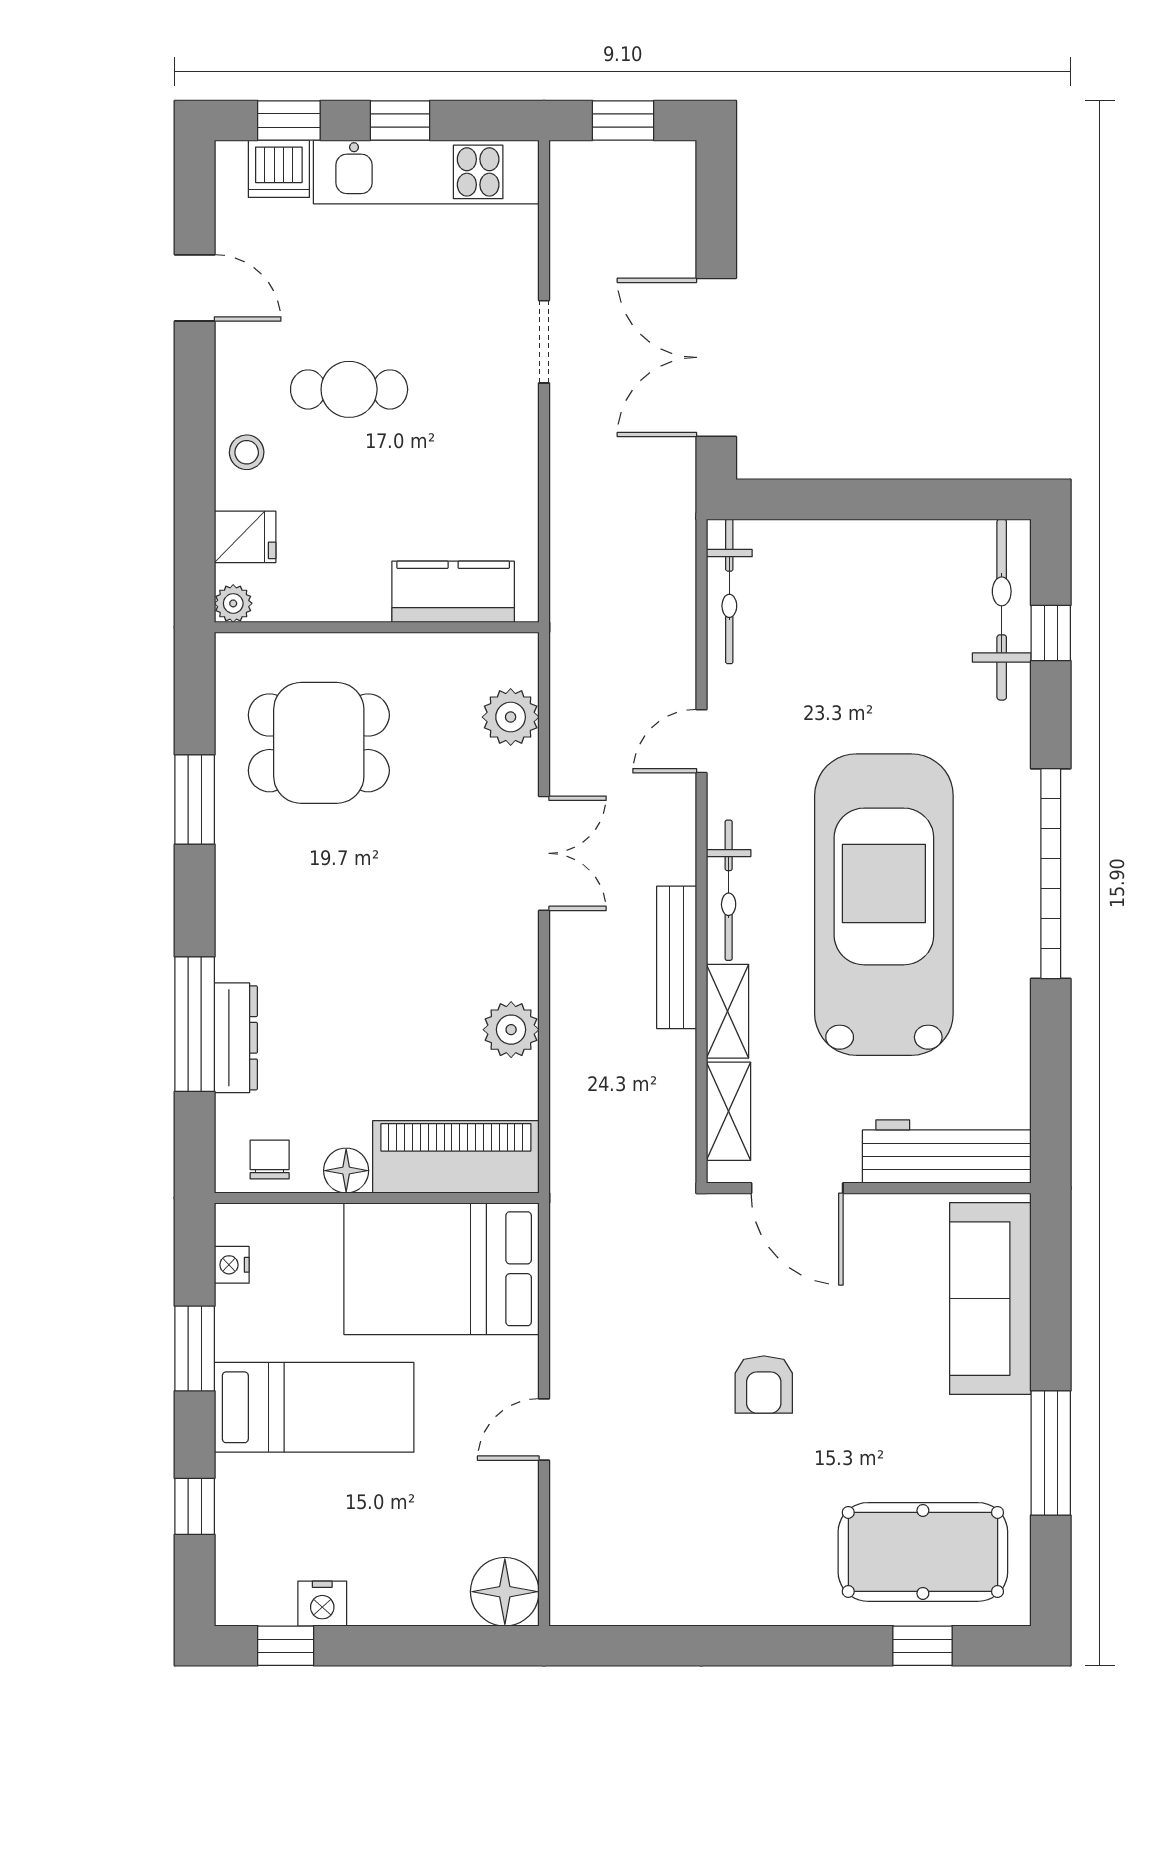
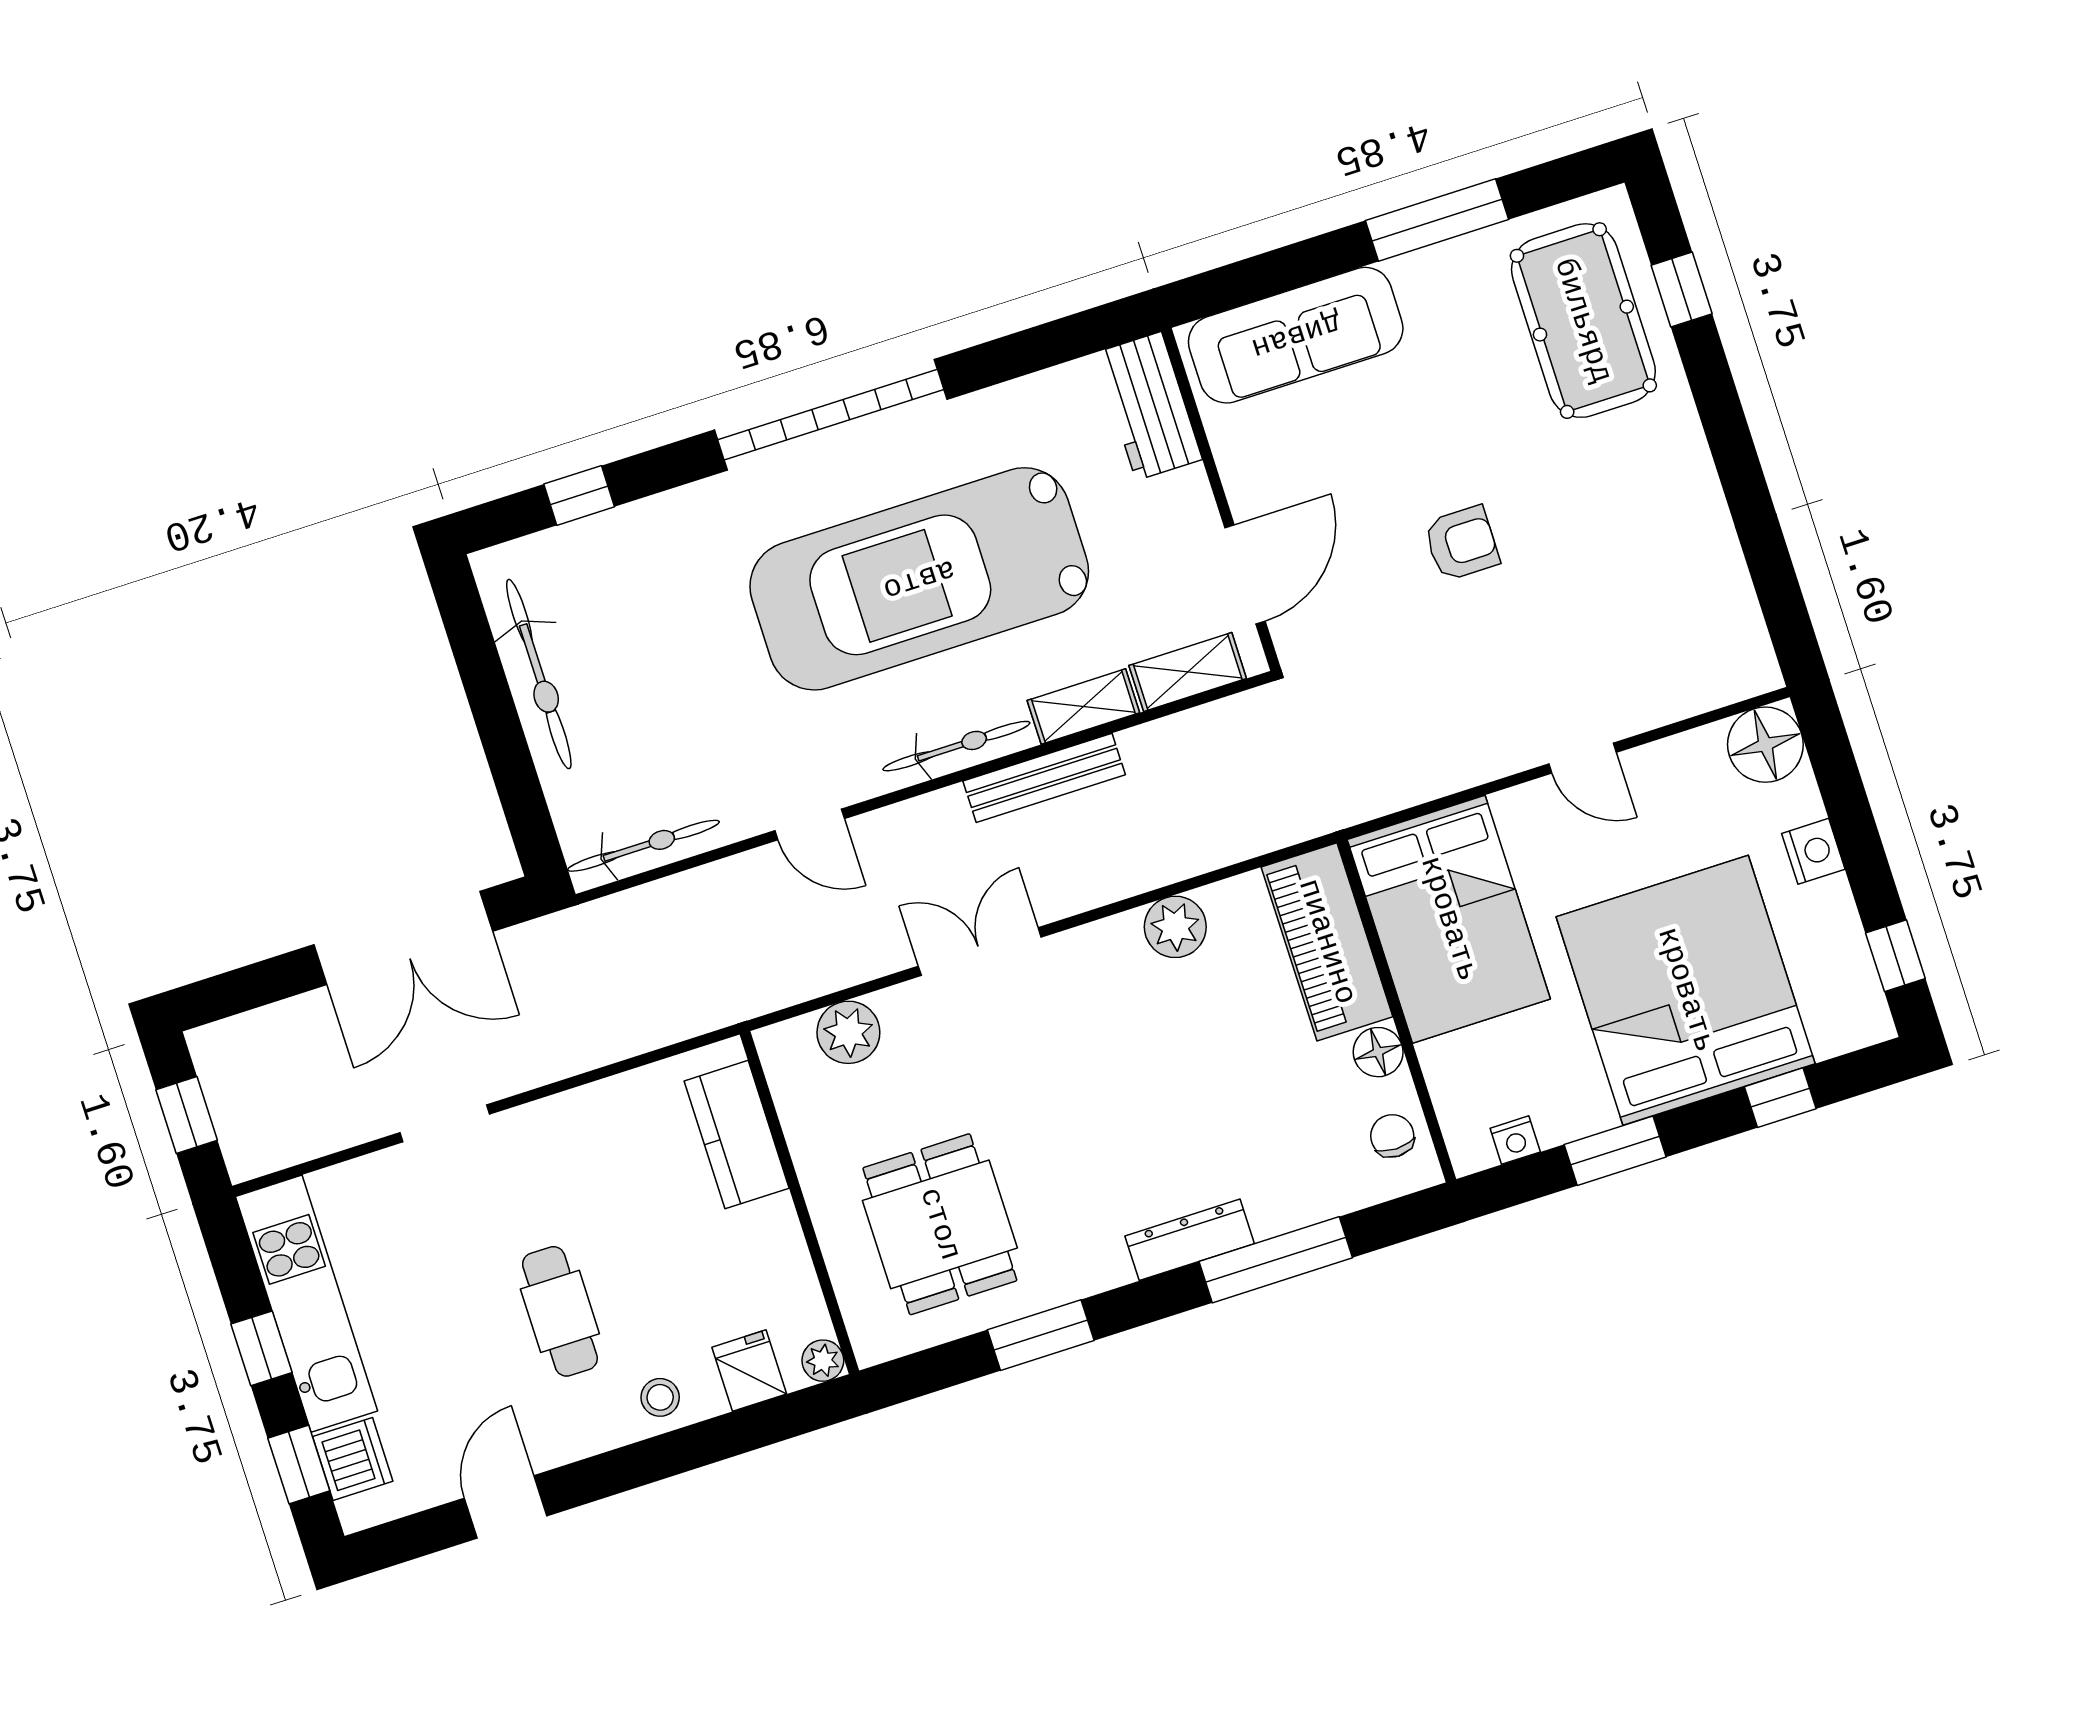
bicycle: (1002, 610) -> (539, 674), moved, turned -90
dresser: (236, 1038) -> (1190, 1240), moved
workbench: (947, 1152) -> (1149, 406), width x0.73
chair: (270, 1159) -> (1392, 1136), turned 90
bed: (314, 1407) -> (1686, 990), width x2.04
nightstand: (322, 1604) -> (1813, 851), moved

